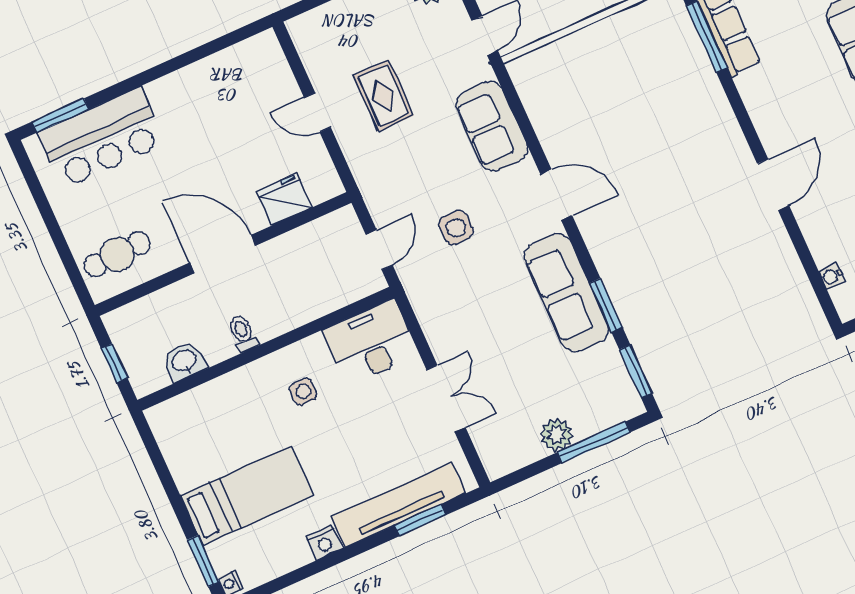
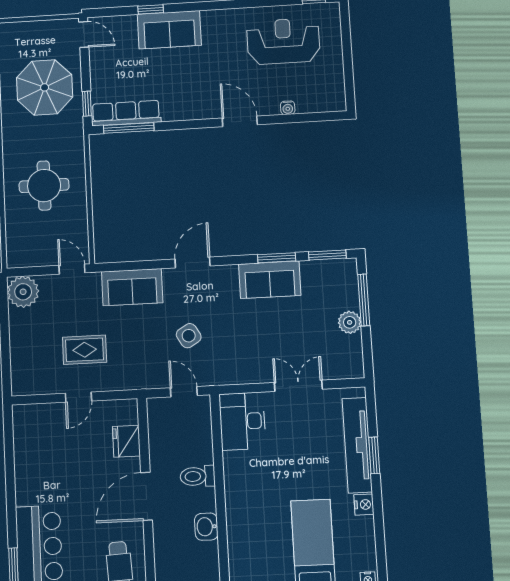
side table: (456, 228) -> (189, 336), turned -31
water cooler: (832, 276) -> (288, 108), moved
sofa: (566, 293) -> (270, 280), width x0.73
toilet: (243, 333) -> (198, 476), moved, width x1.37, depth x1.39
washbasin: (184, 361) -> (206, 527), moved
side table: (303, 391) -> (258, 479), removed
window: (420, 520) -> (374, 455), moved

